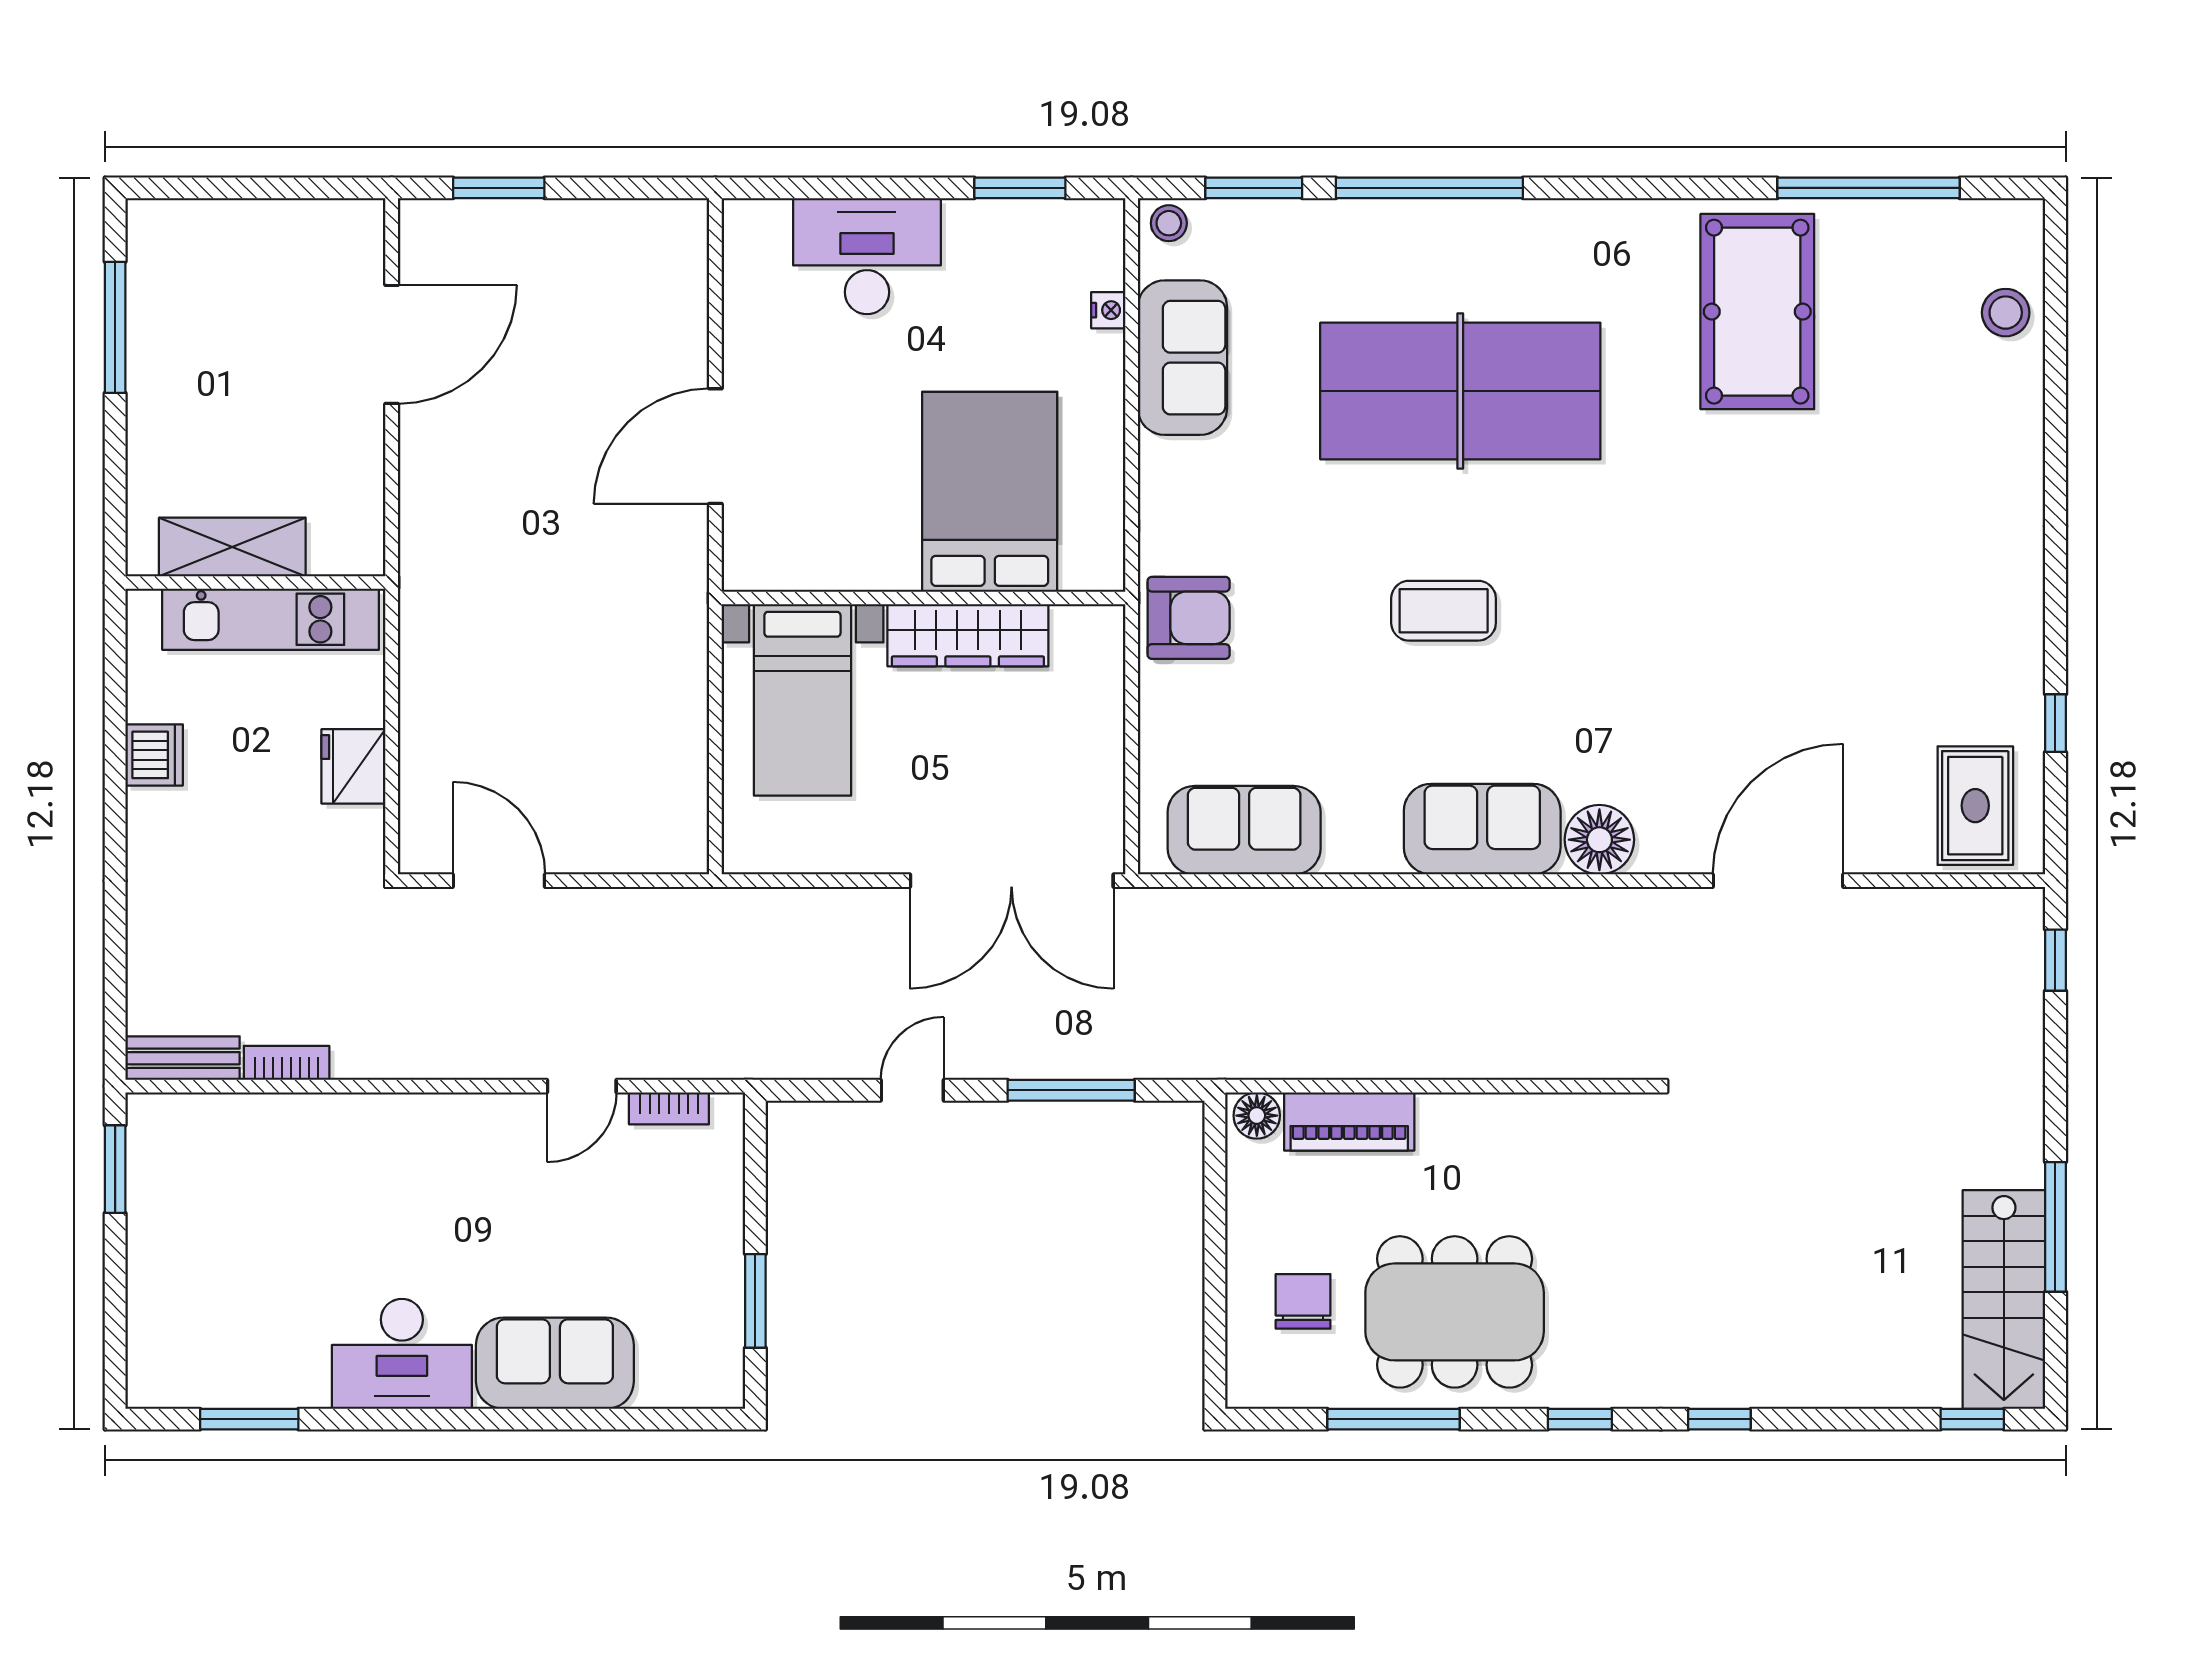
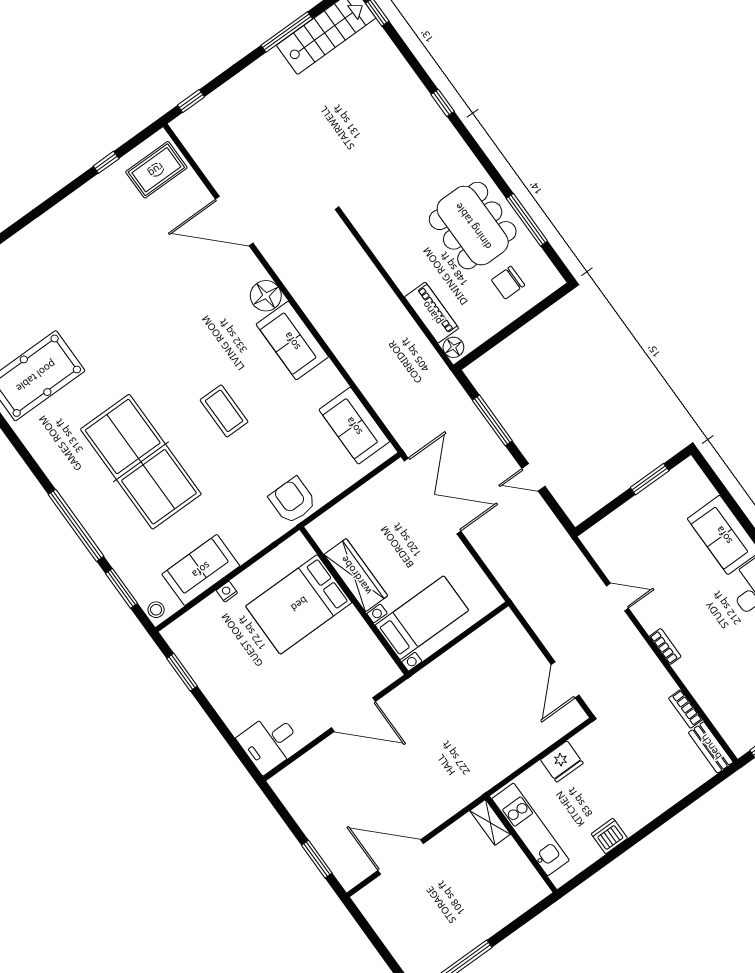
desk: (867, 256) -> (270, 742), moved, width x0.73
nightstand: (1108, 310) -> (227, 592), moved
shelving: (232, 547) -> (490, 822), moved, width x0.67, depth x0.75
bookcase: (669, 1108) -> (665, 646), moved
window: (1580, 1419) -> (479, 153), removed

